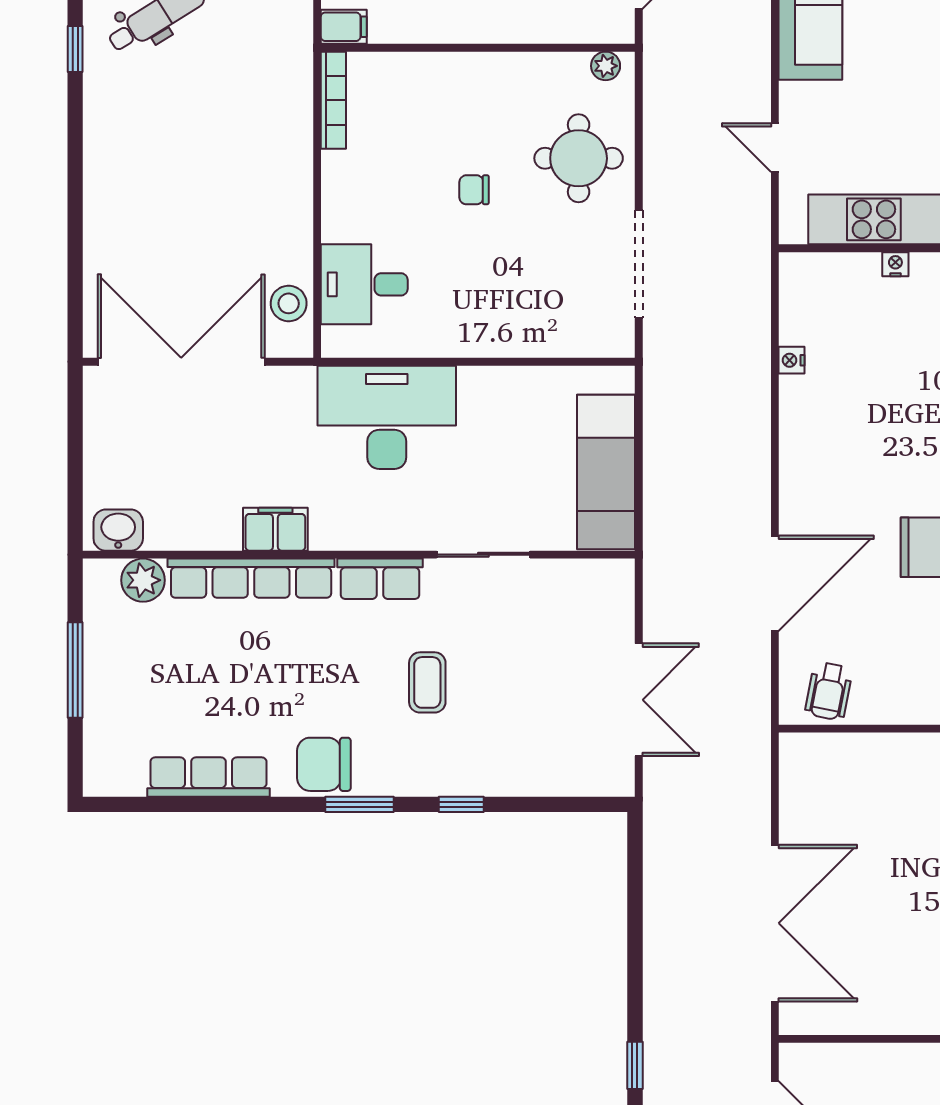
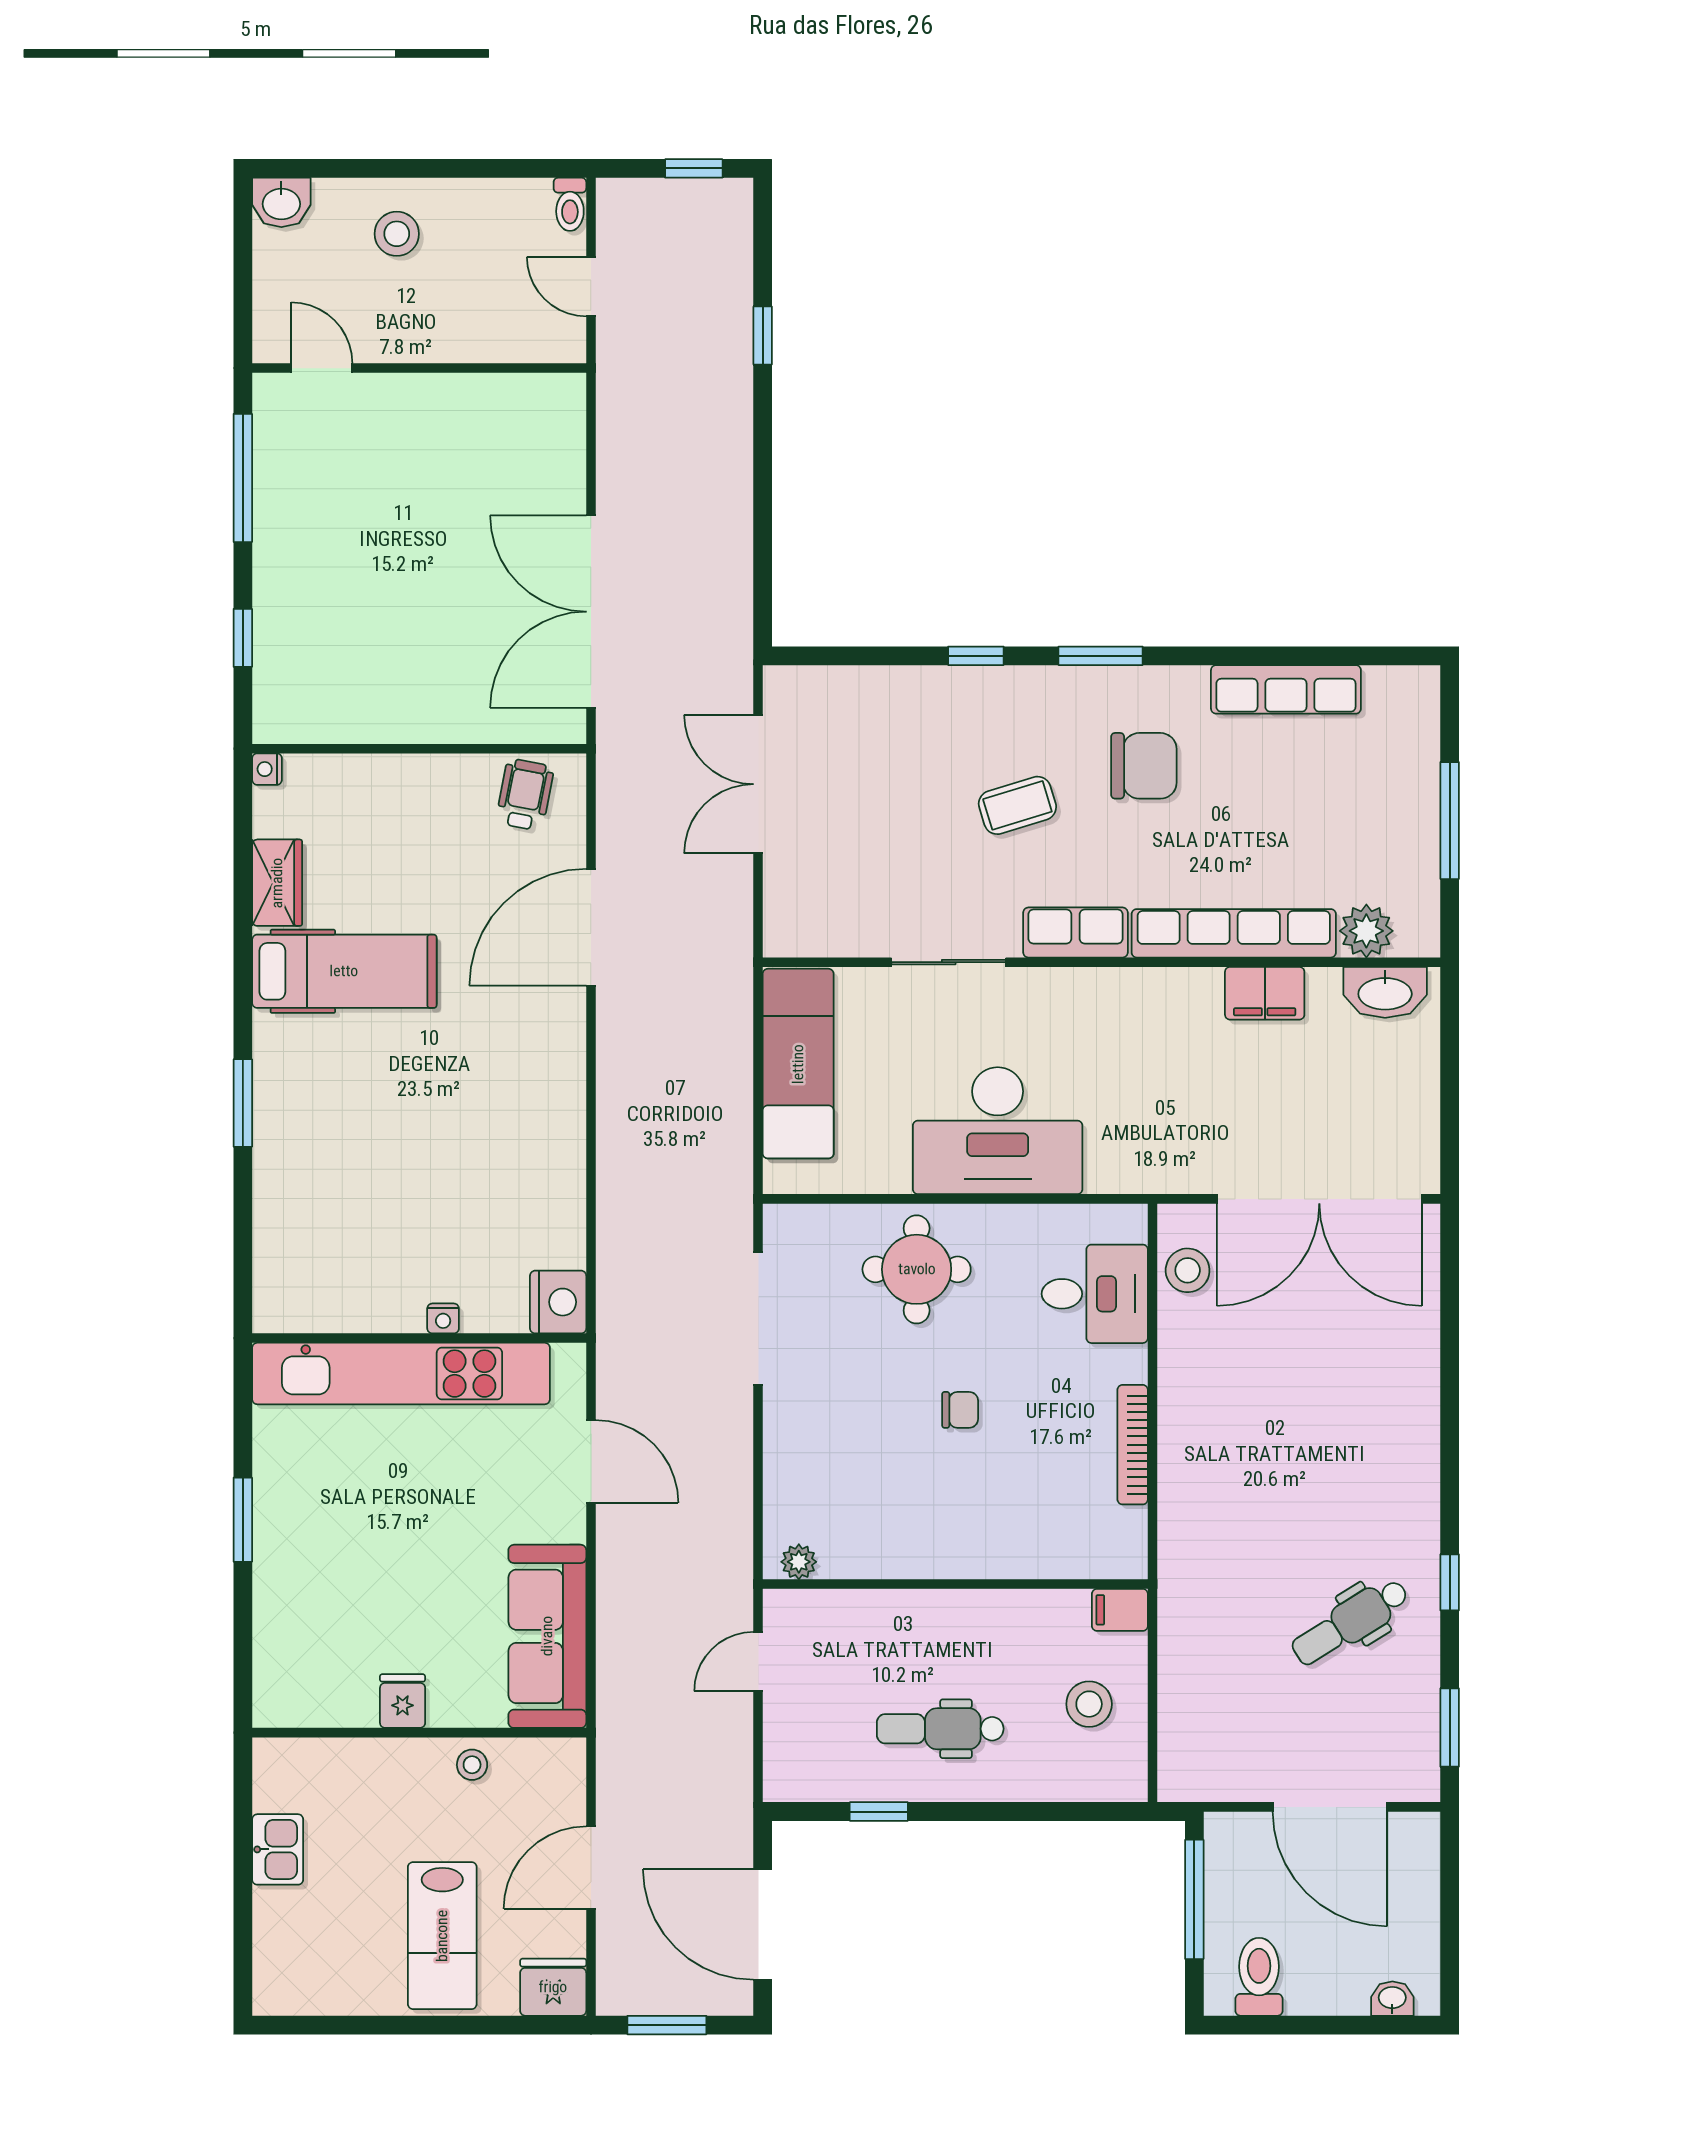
bookcase: (333, 100) -> (1133, 1445), moved
door: (775, 148) -> (591, 1462), width x1.38
round table: (579, 158) -> (917, 1269), moved
nightstand: (792, 360) -> (558, 1302), moved, width x1.89, depth x1.79
desk: (387, 417) -> (998, 1131), moved
filing cabinet: (275, 529) -> (1265, 993), moved
washbasin: (118, 530) -> (1385, 992), width x1.38
coffee table: (427, 682) -> (1017, 805), turned 73
chair: (324, 764) -> (1144, 766), moved
double door: (775, 923) -> (591, 612), moved

